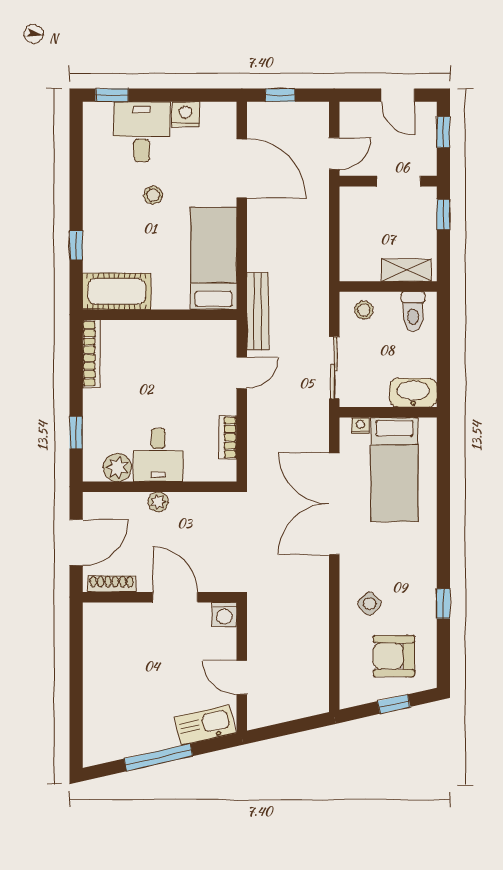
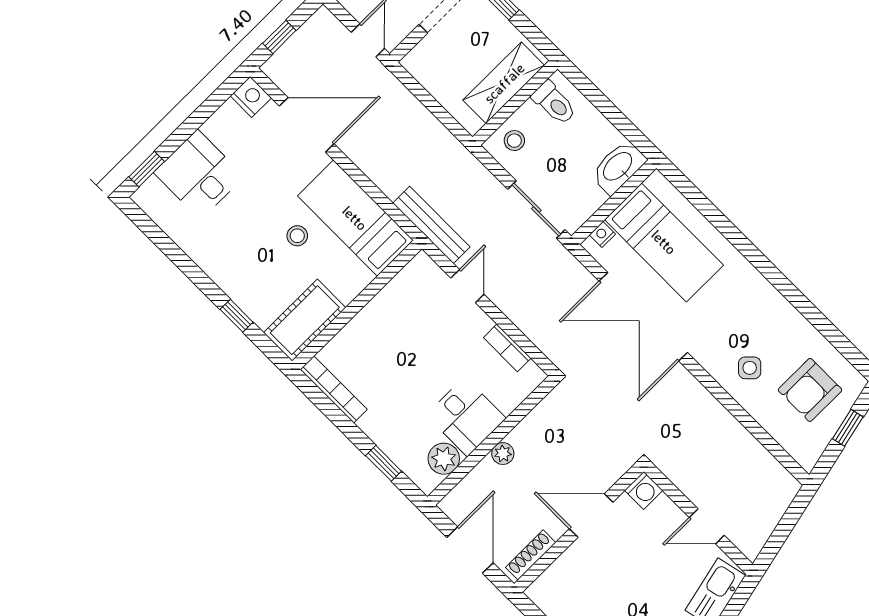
nightstand: (186, 114) -> (251, 97), moved, turned 90
stool: (153, 195) -> (297, 236), moved
shelving: (406, 270) -> (504, 83), width x1.50, depth x1.33
window: (443, 604) -> (808, 310), removed

